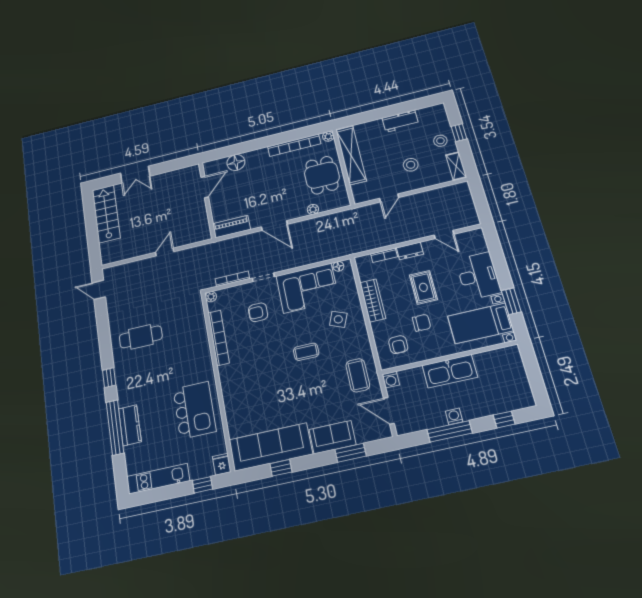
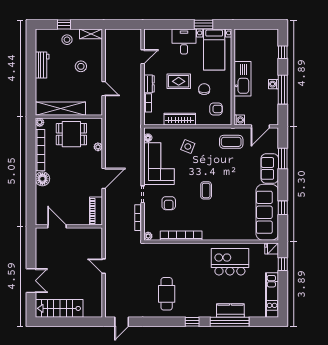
floor lamp: (236, 162) -> (42, 179), moved
desk: (478, 276) -> (184, 41), width x0.73
coffee table: (306, 352) -> (206, 190), moved

